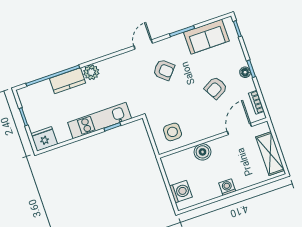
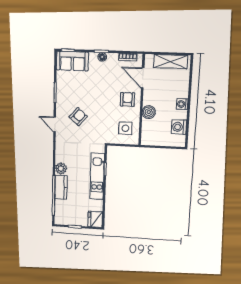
sofa: (206, 37) -> (72, 61), moved, turned 90
armchair: (216, 88) -> (127, 99), moved, turned -151
washing machine: (181, 191) -> (179, 127), moved, turned -90

